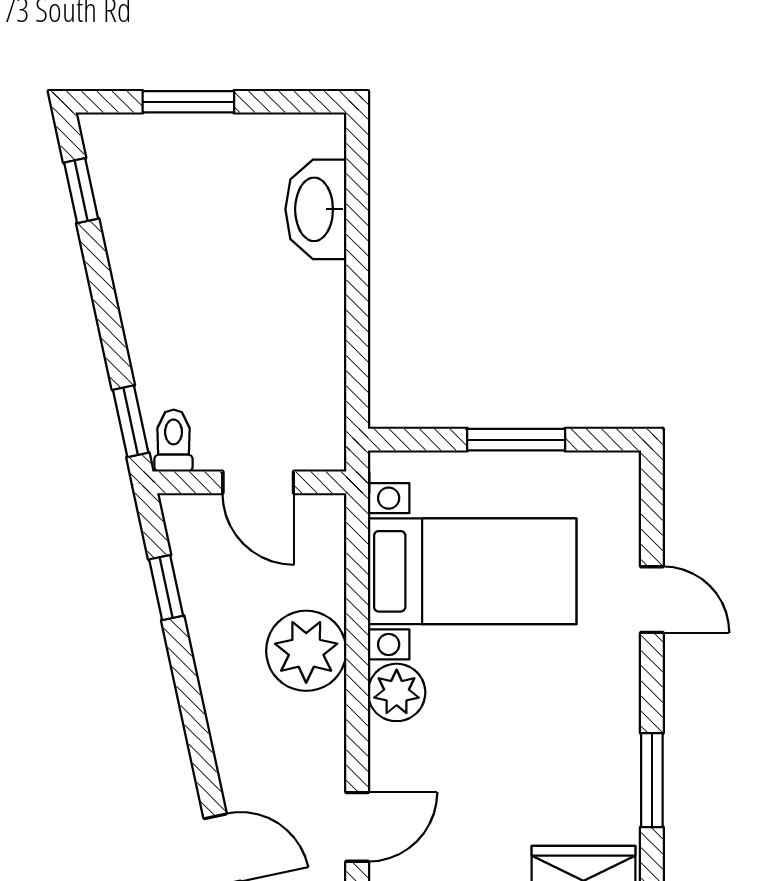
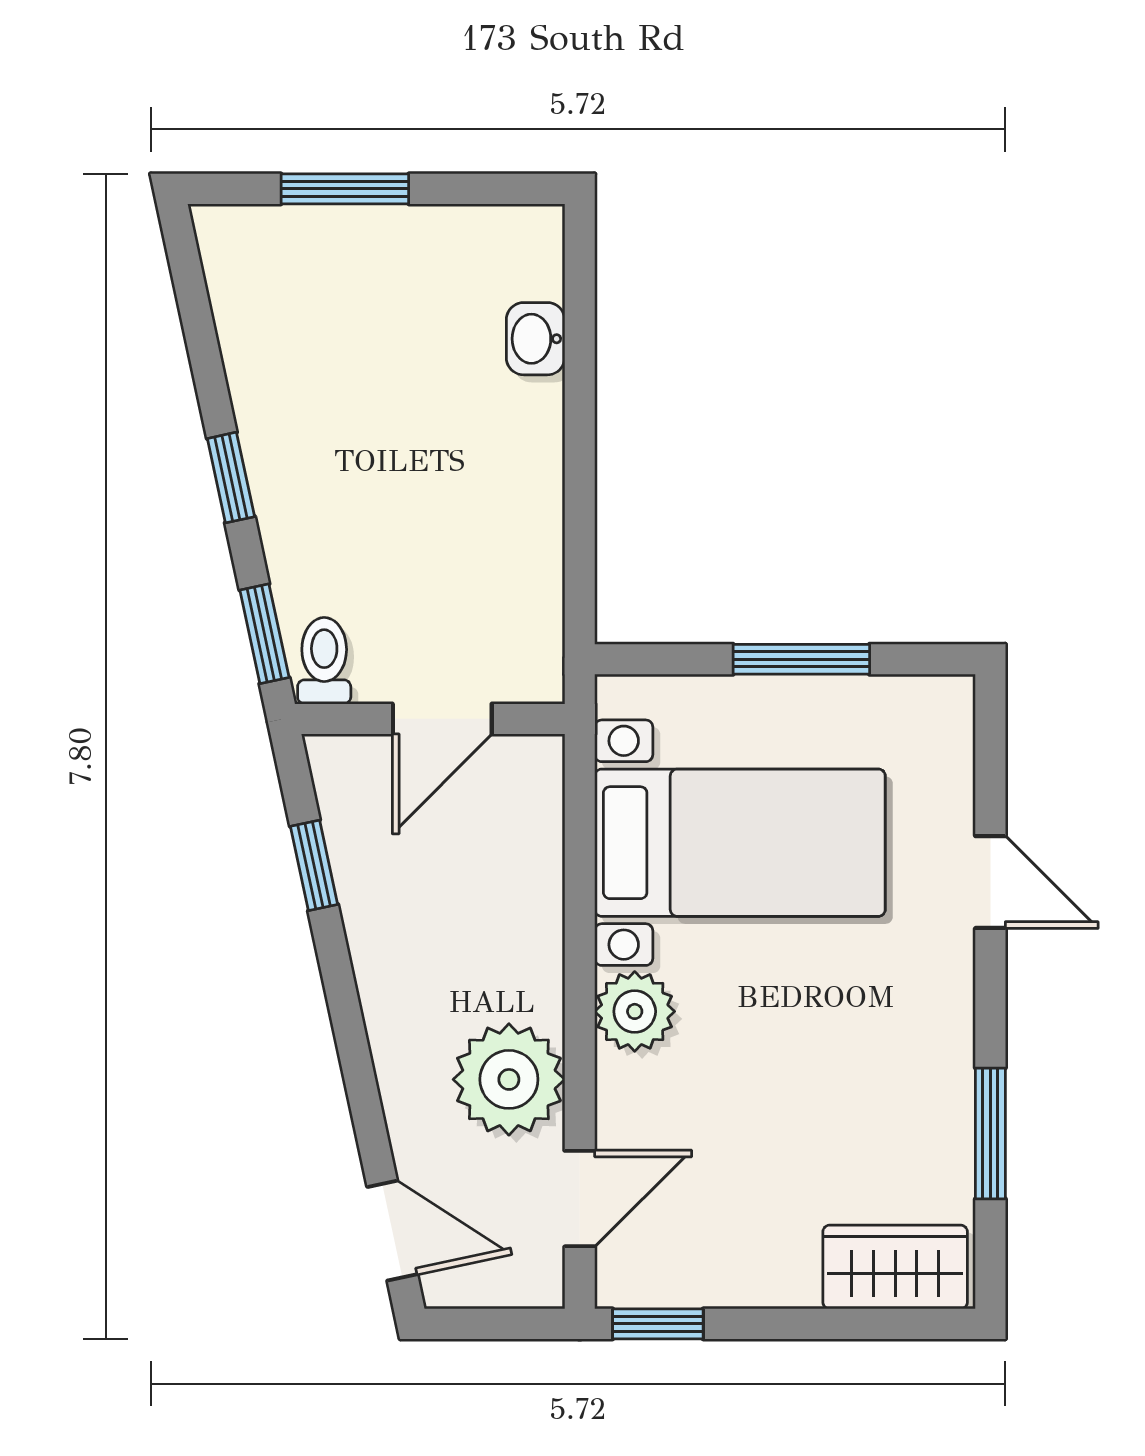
window: (81, 191) -> (231, 478), moved
washbasin: (316, 209) -> (536, 339), width x0.52, depth x0.69
door: (258, 482) -> (442, 719), hinge flipped
plant: (306, 651) -> (509, 1079), moved

